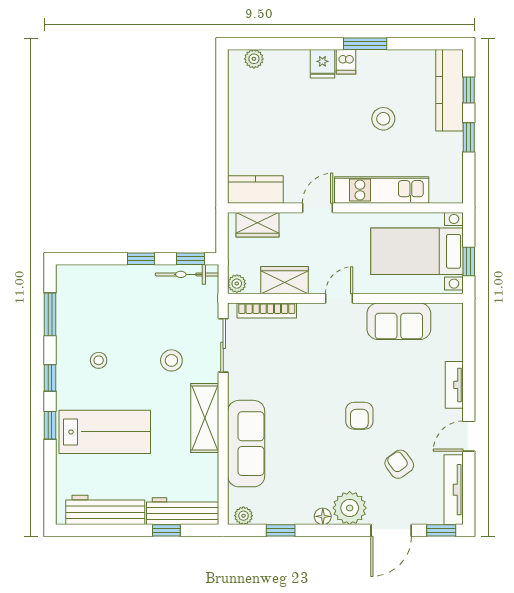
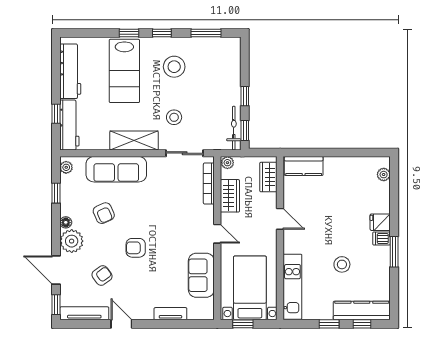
kitchen counter: (255, 189) -> (304, 166), moved, turned 90
kitchen unit: (382, 190) -> (292, 287), moved
stool: (99, 360) -> (174, 67), width x1.89, depth x1.89
tv unit: (454, 385) -> (170, 314), moved
armchair: (309, 462) -> (104, 213), added

